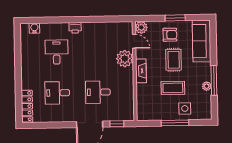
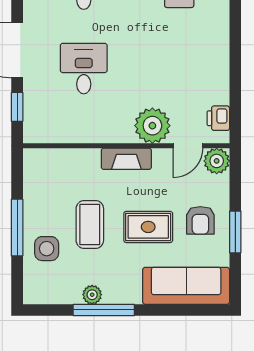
printer: (75, 28) -> (218, 118), moved

